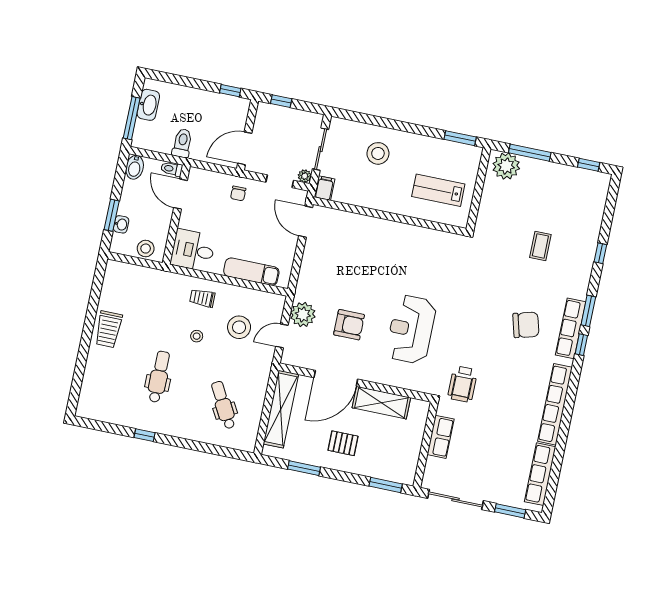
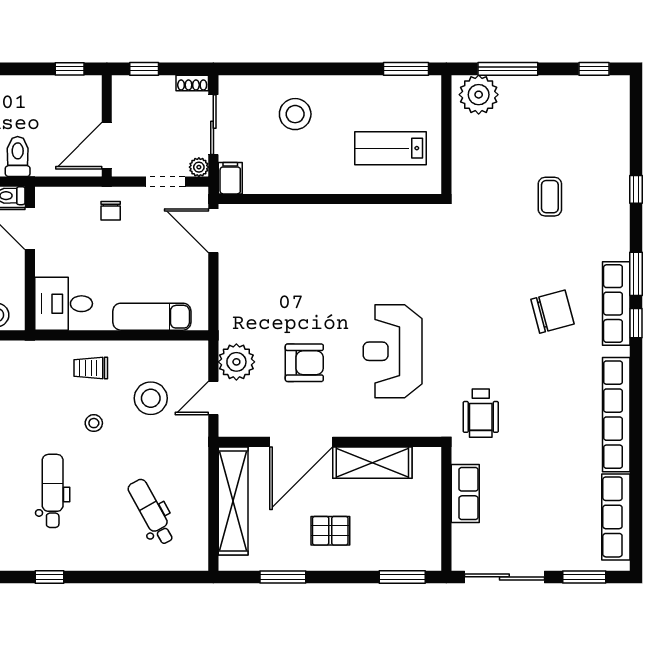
shoe rack: (312, 118) -> (192, 83), added

